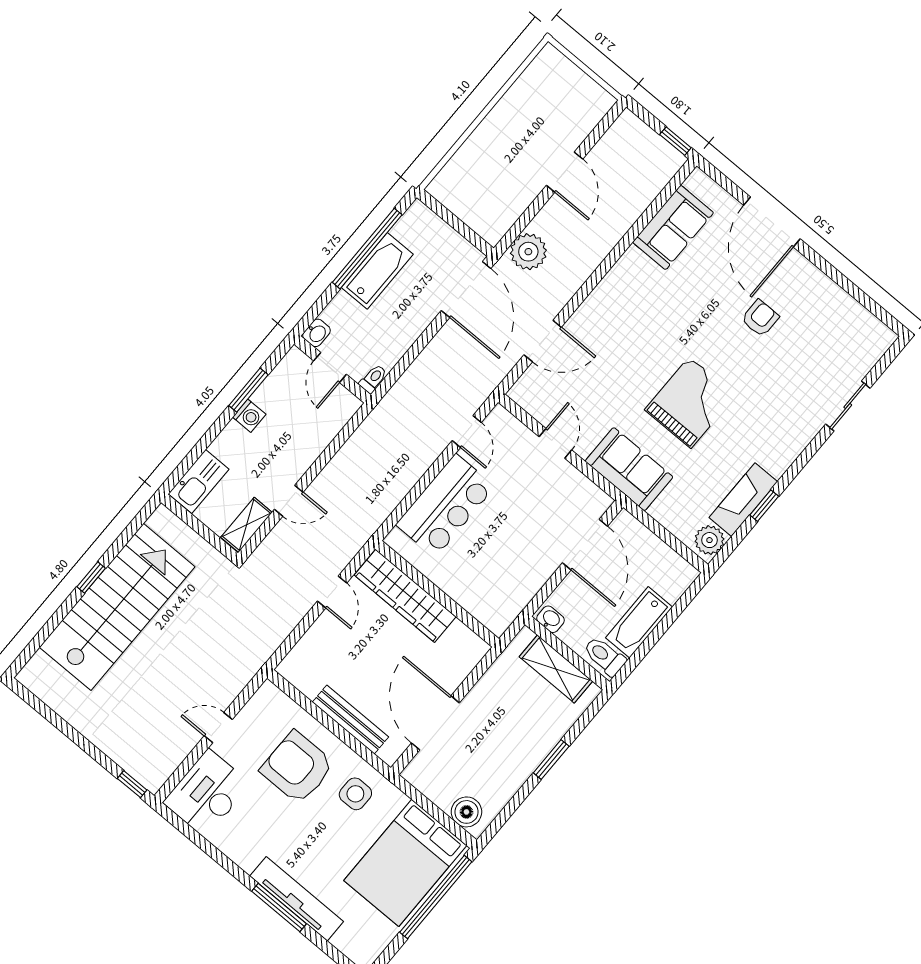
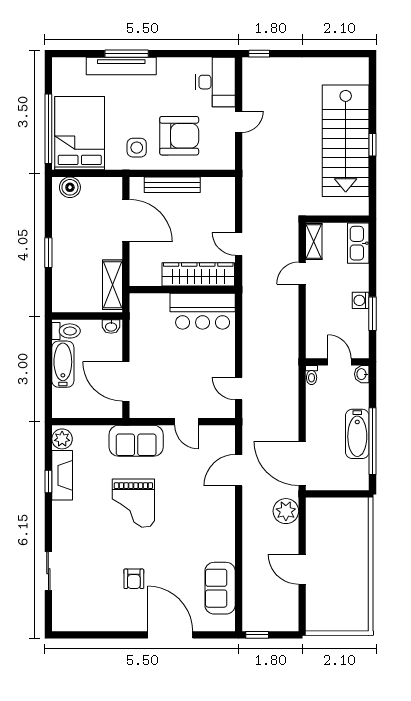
bar counter: (445, 506) -> (203, 311), moved, turned -90
shelving: (556, 669) -> (112, 285), moved, turned 90

